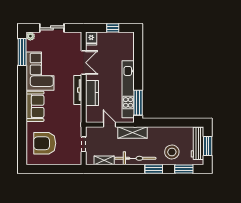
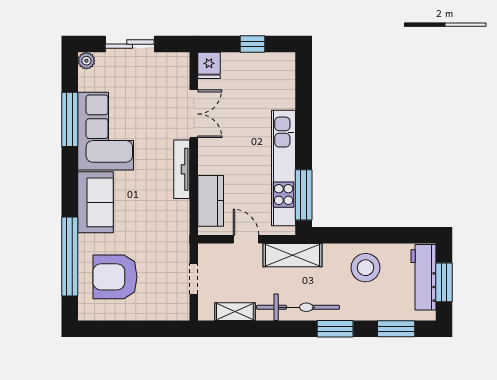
window: (22, 52) -> (70, 119), moved
kitchen counter: (92, 93) -> (211, 201), moved
window: (22, 133) -> (70, 256), added
stool: (172, 152) -> (366, 268), moved

